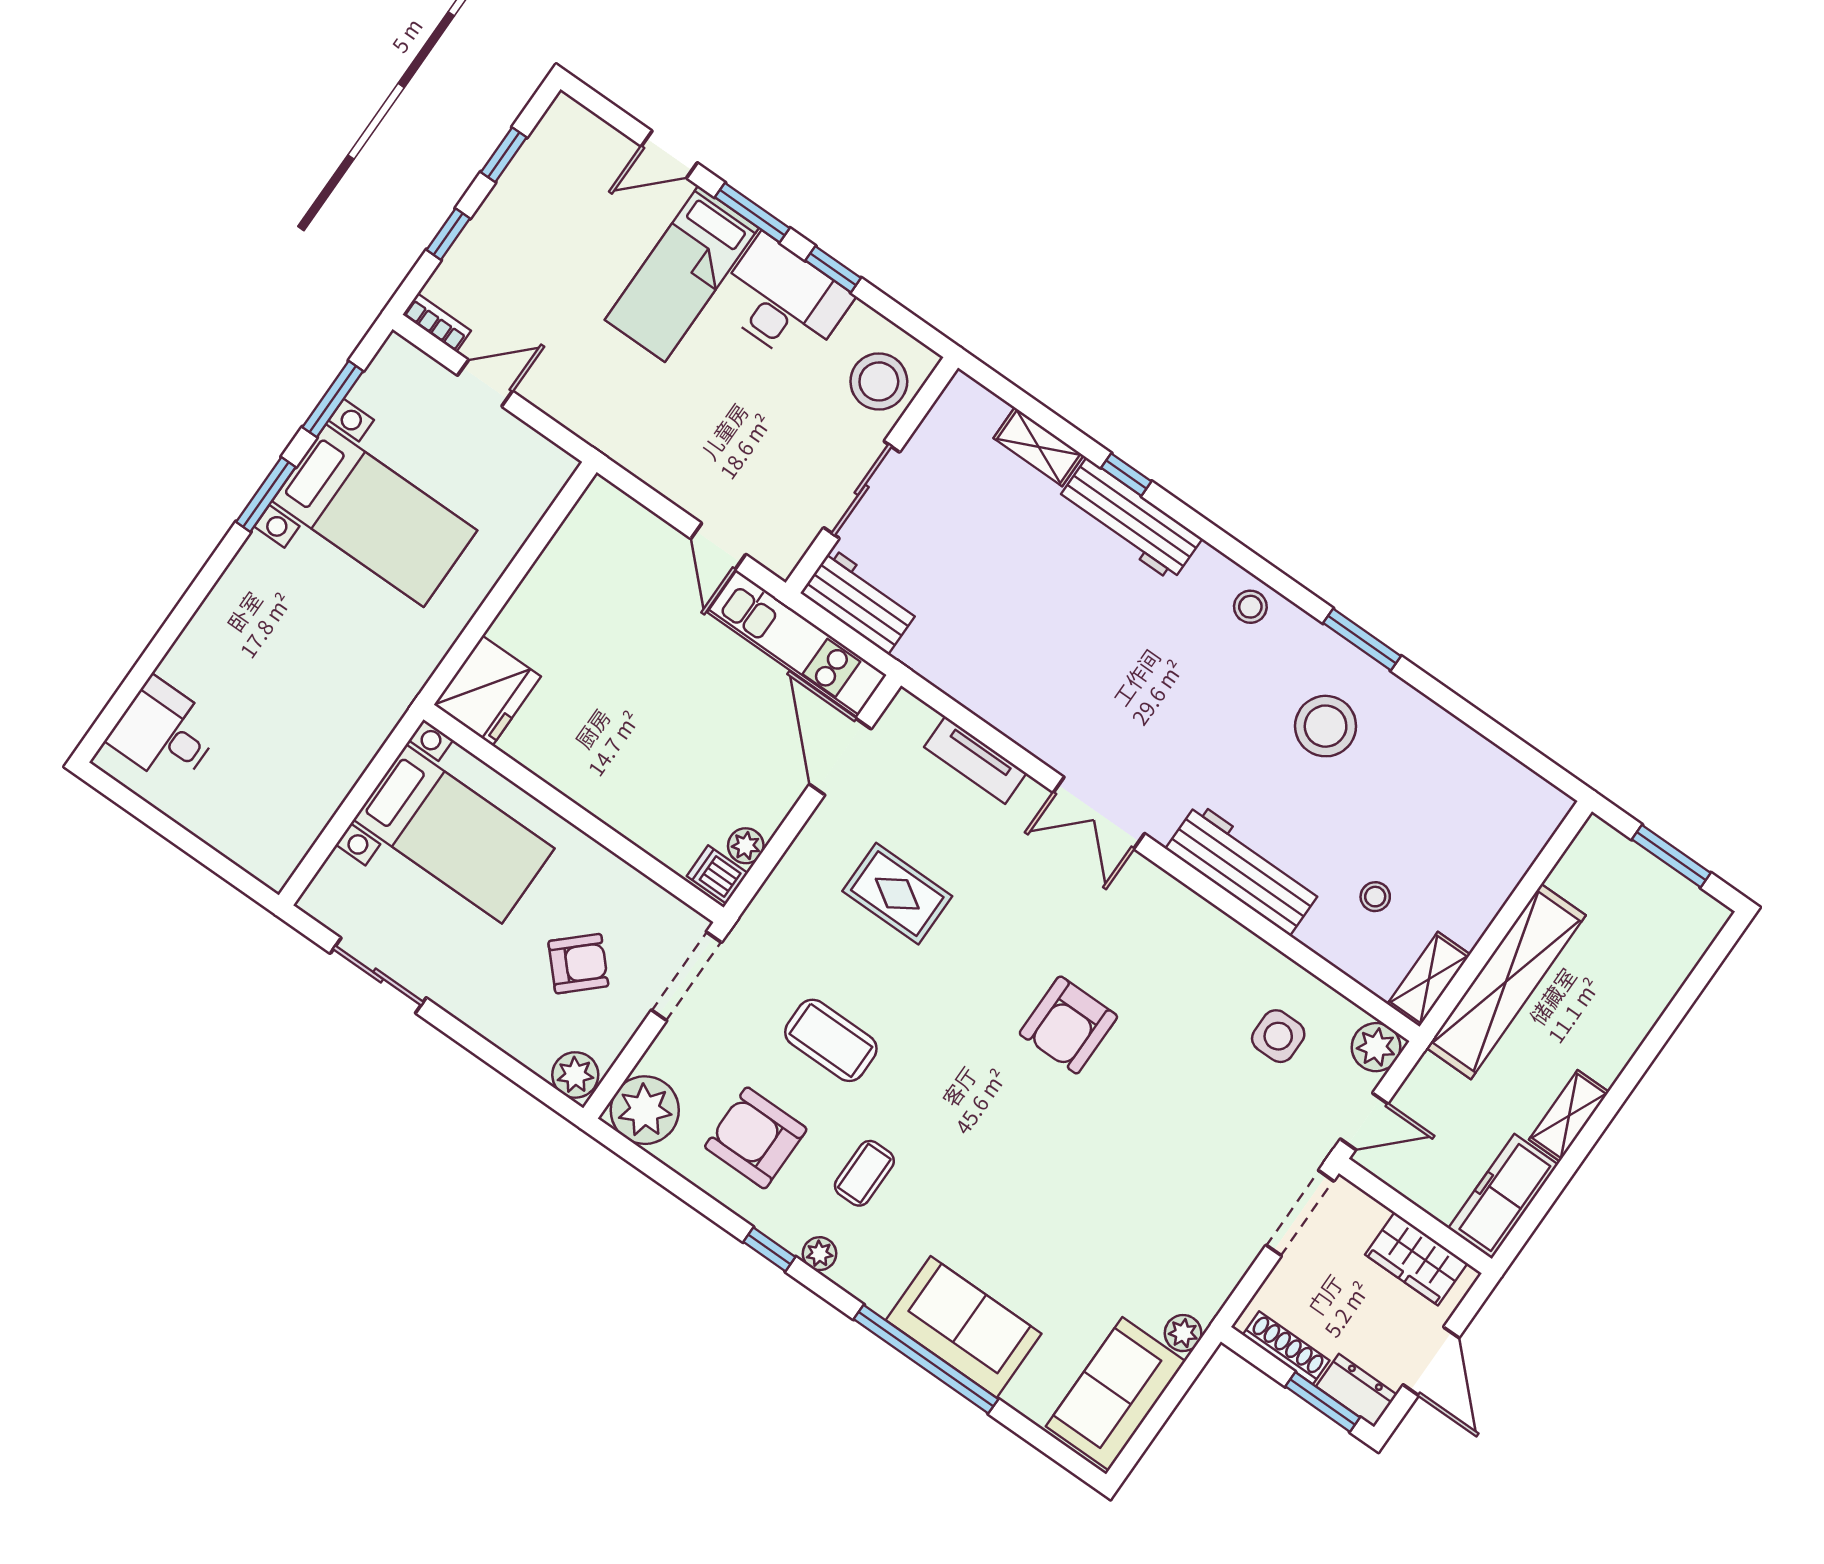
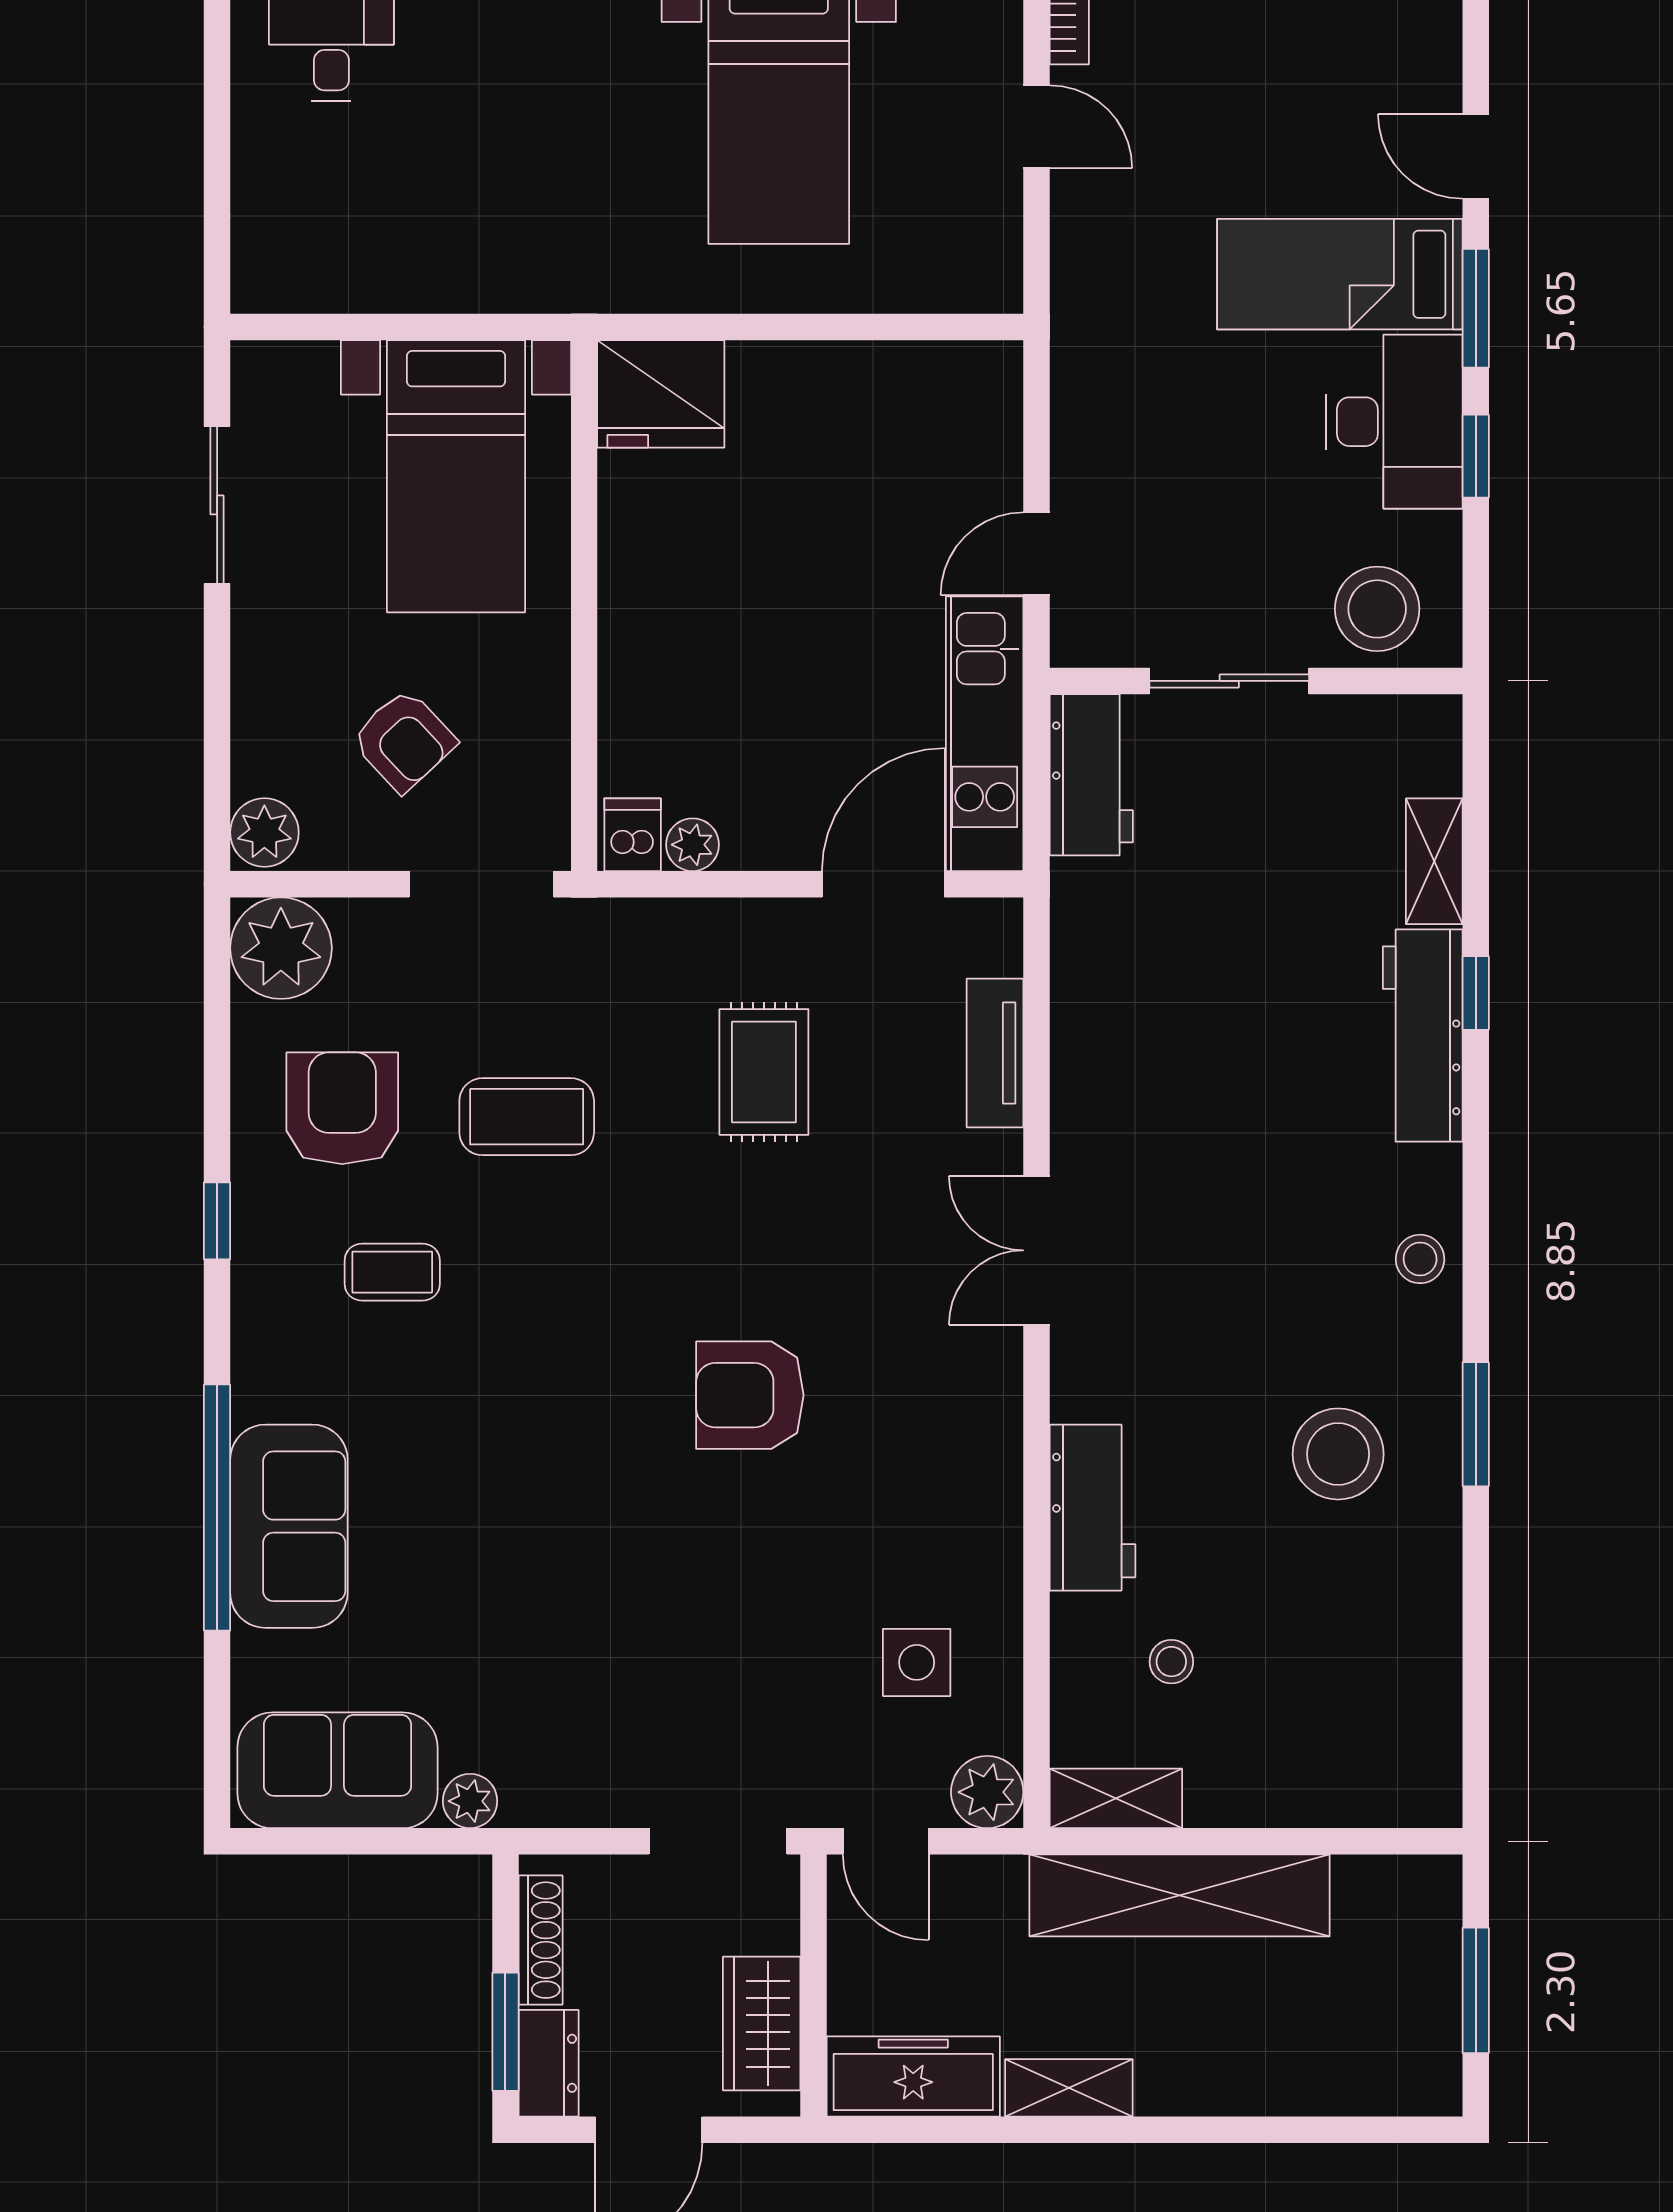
workbench: (1244, 869) -> (1092, 1508), width x0.73
coffee table: (831, 1040) -> (527, 1117), turned 90
plant: (819, 1254) -> (255, 1286), removed

